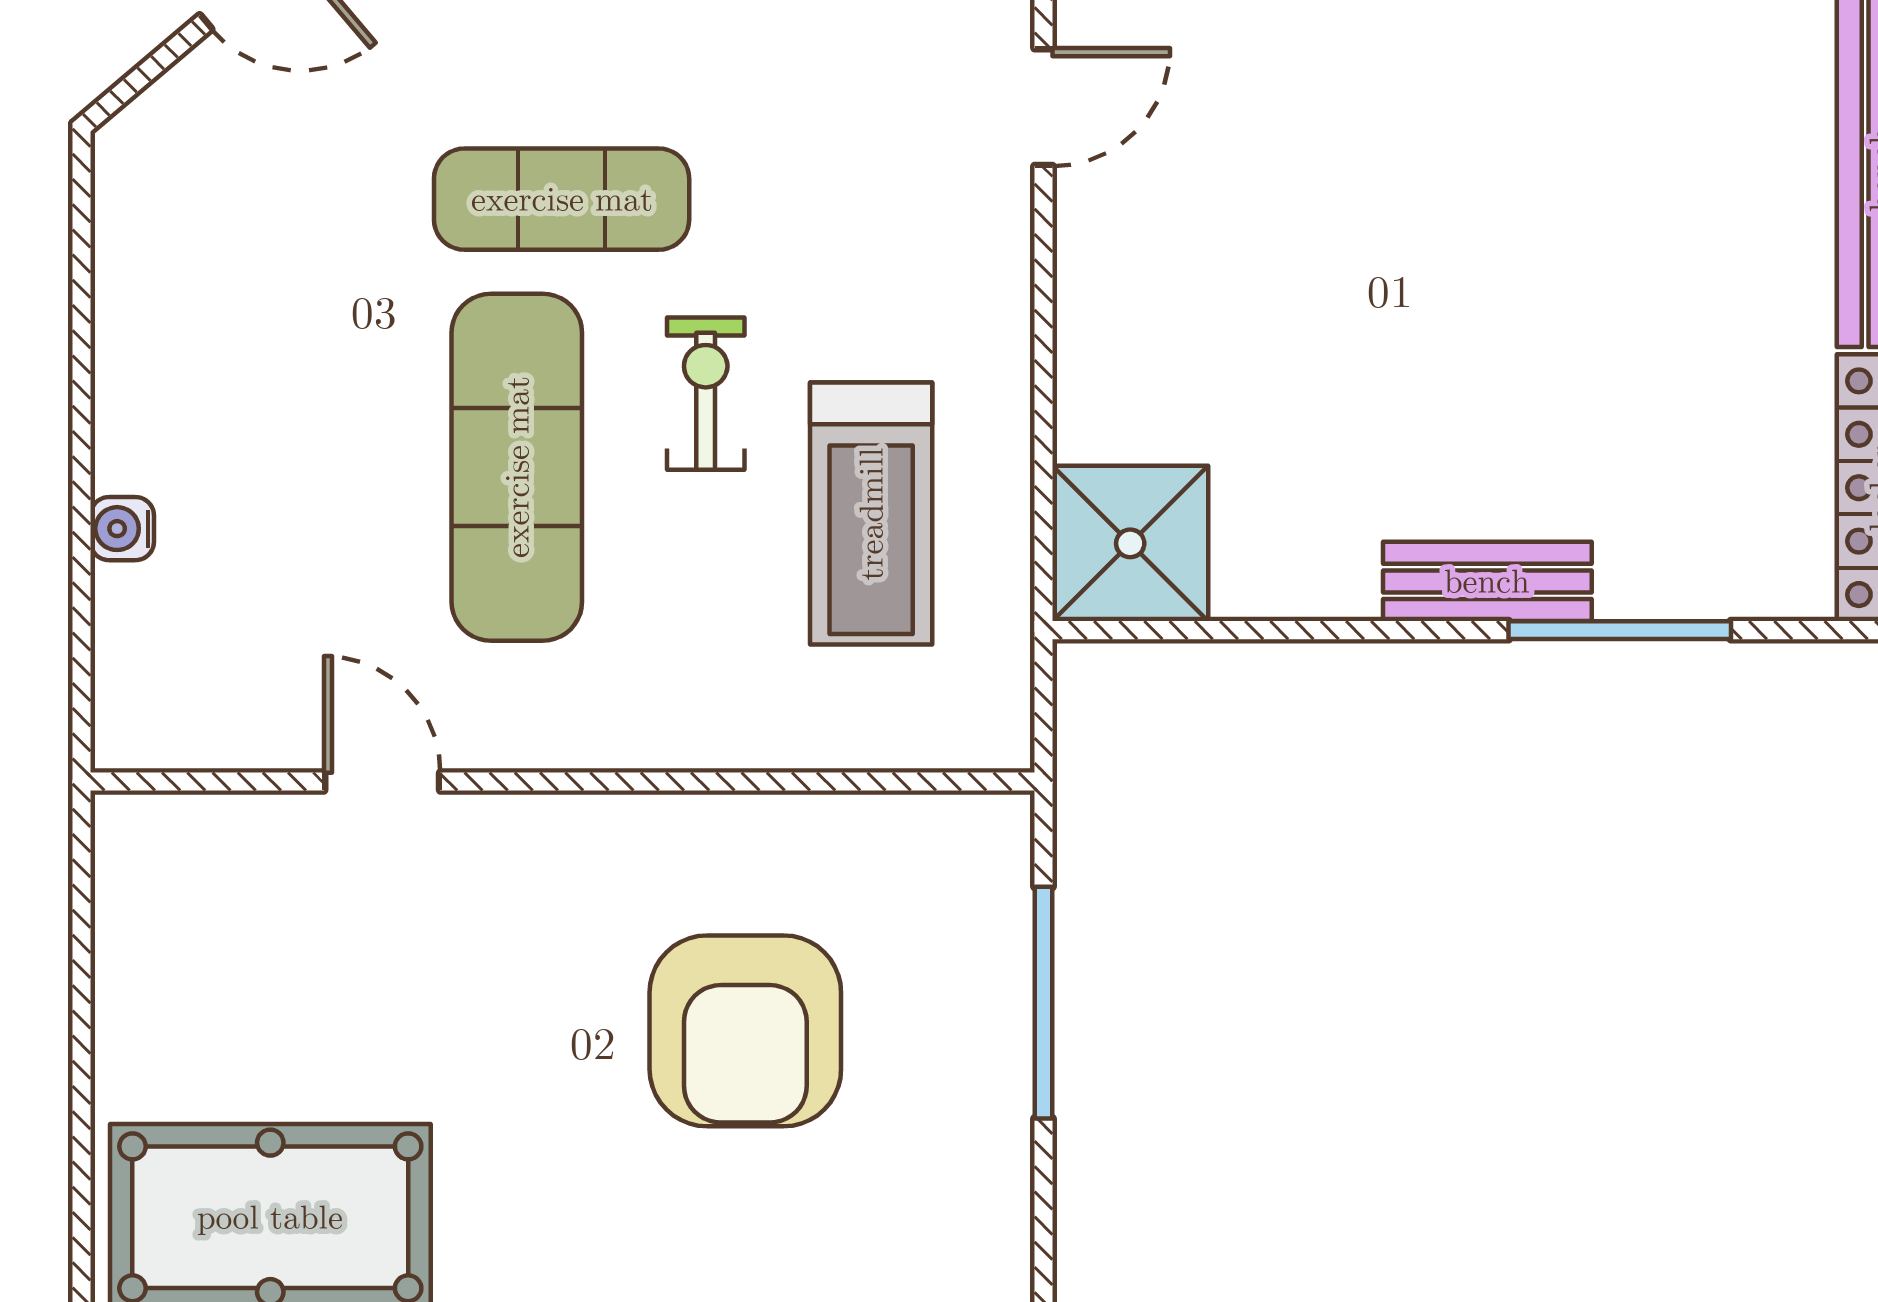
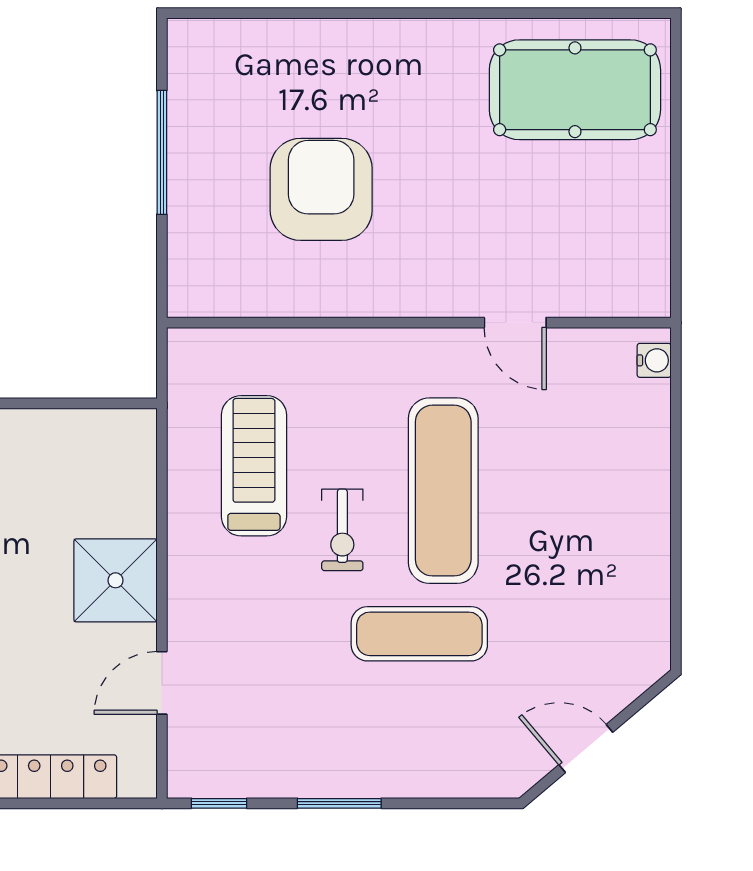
water cooler: (122, 529) -> (654, 360), moved
shower: (1130, 543) -> (115, 580), moved
window: (1043, 1003) -> (162, 152), moved

